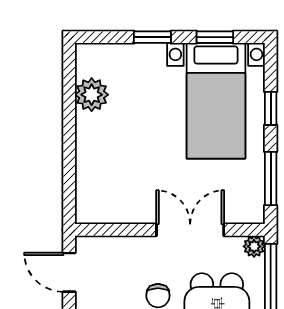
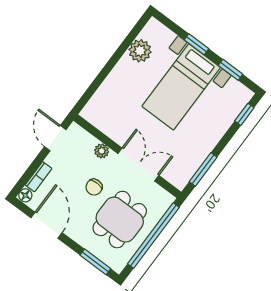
bed with nightstands: (216, 101) -> (181, 87), moved
window: (271, 108) -> (244, 114), moved
plant: (254, 246) -> (102, 151), moved

